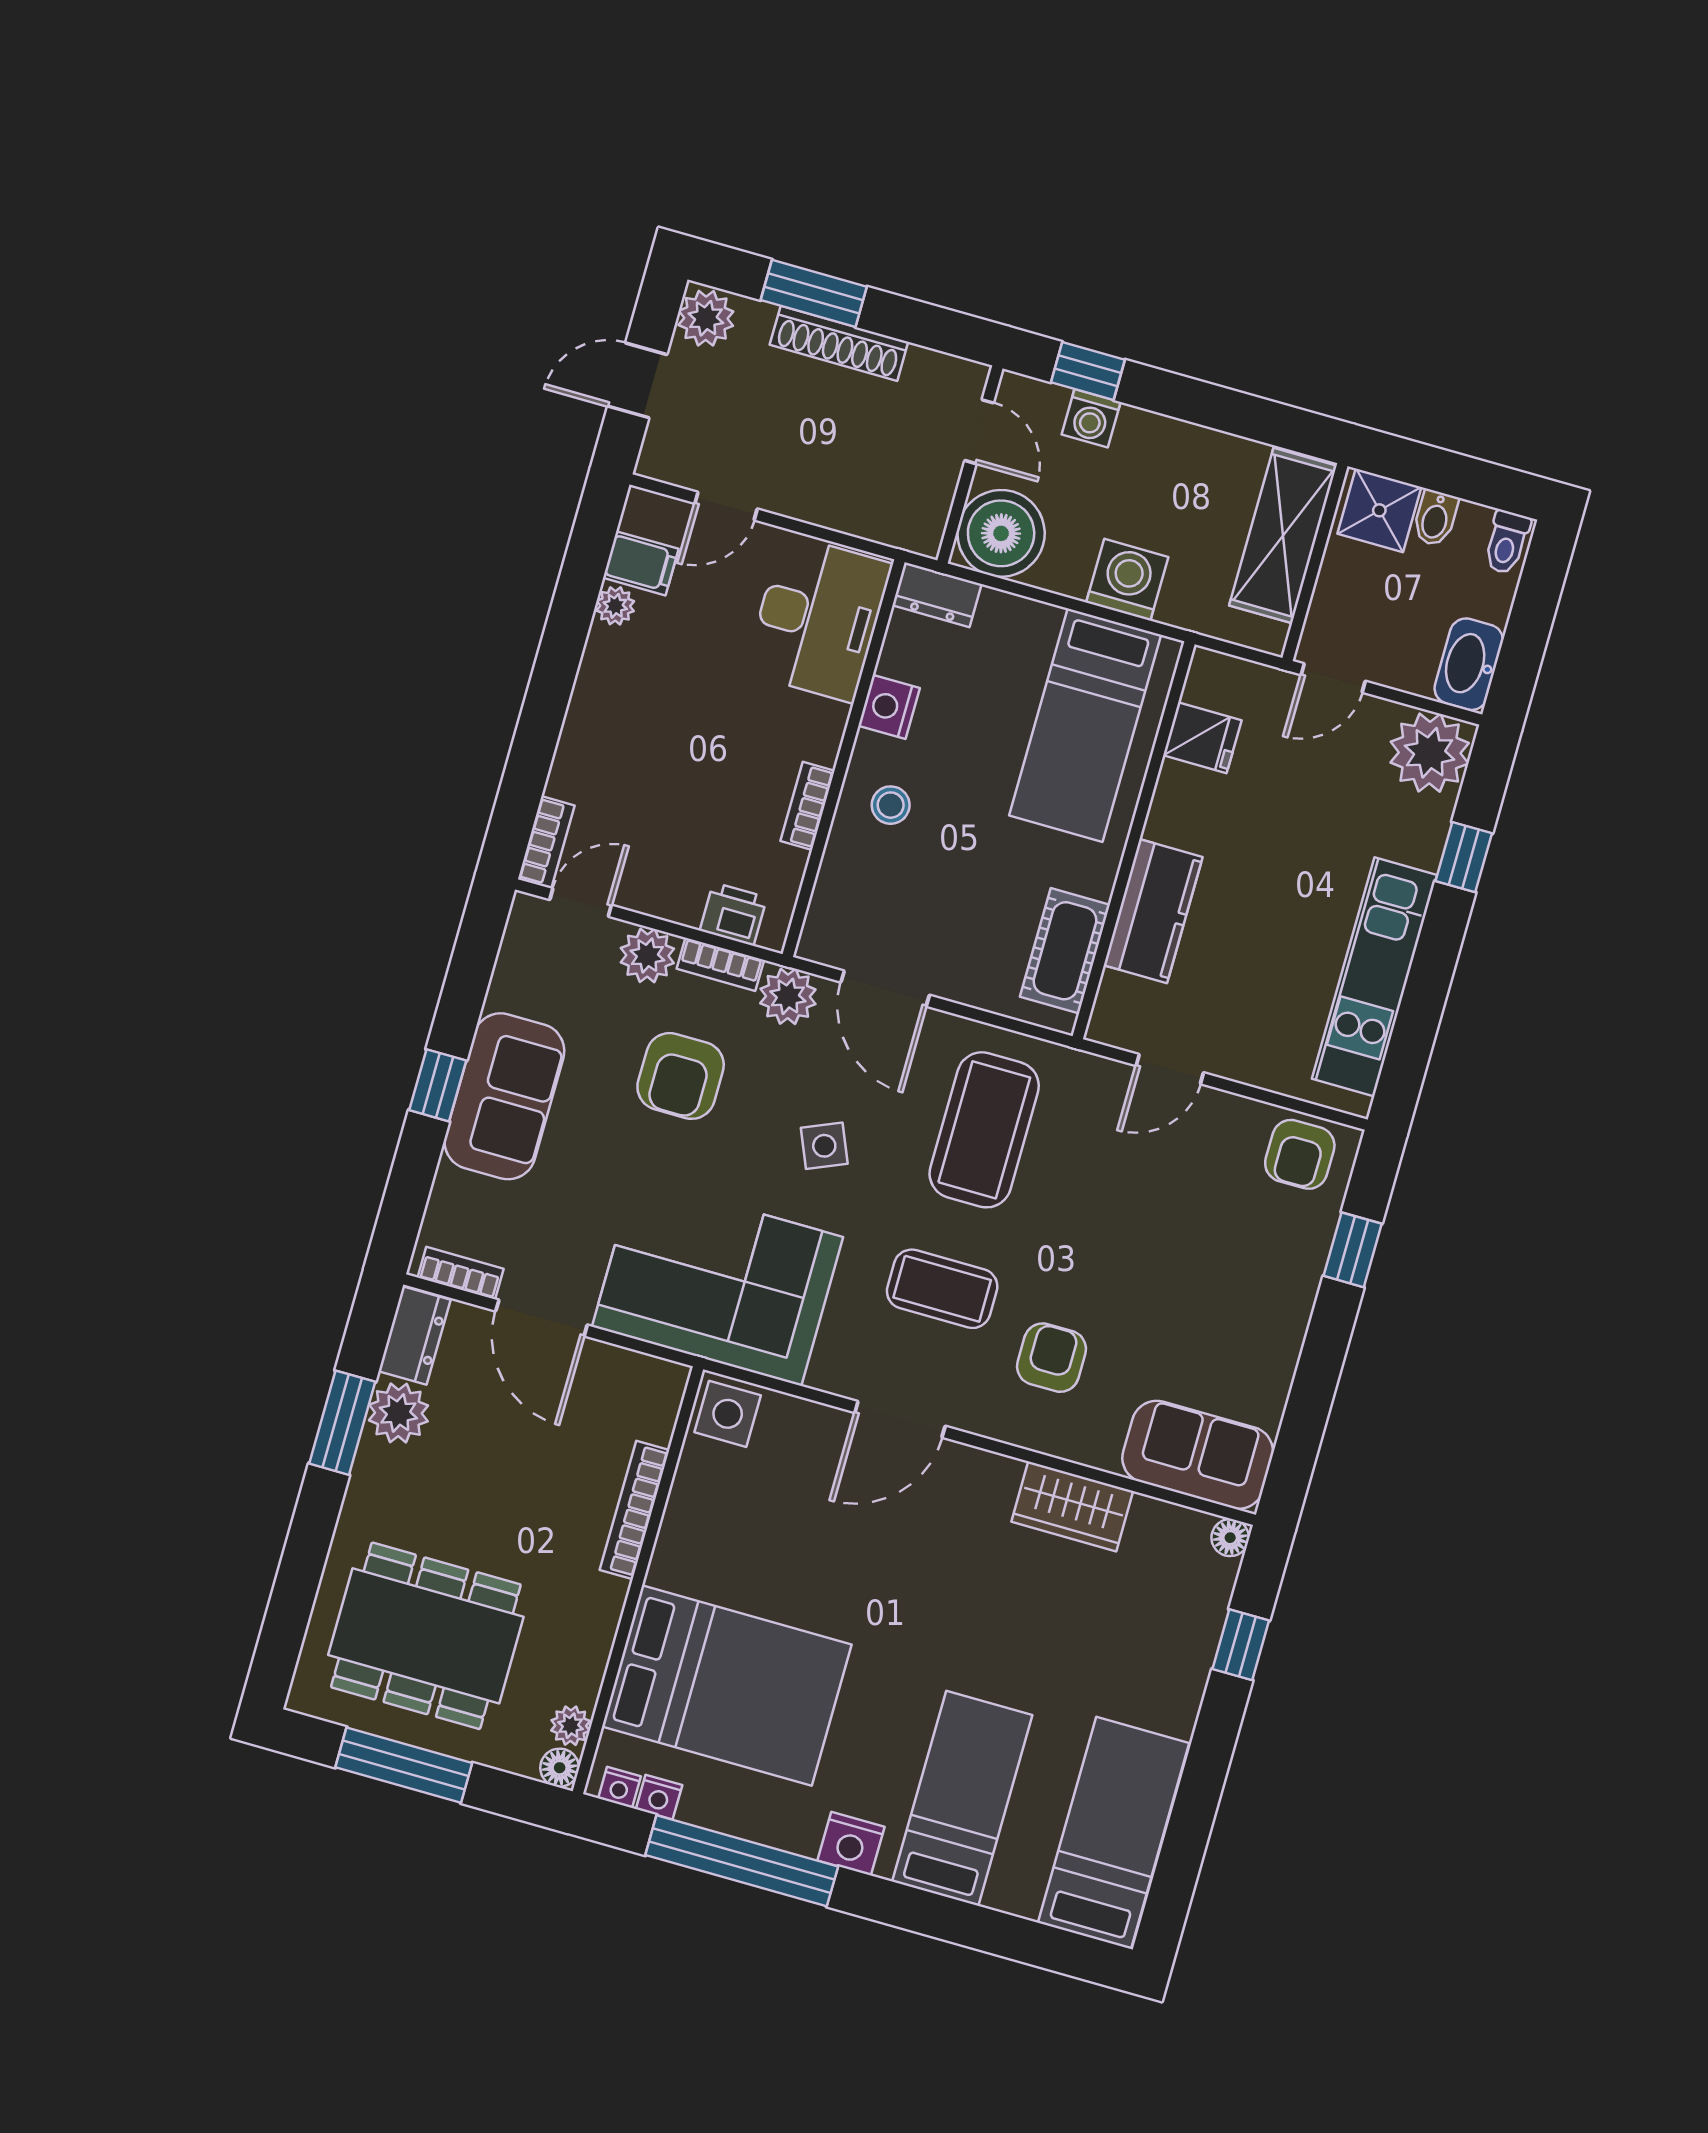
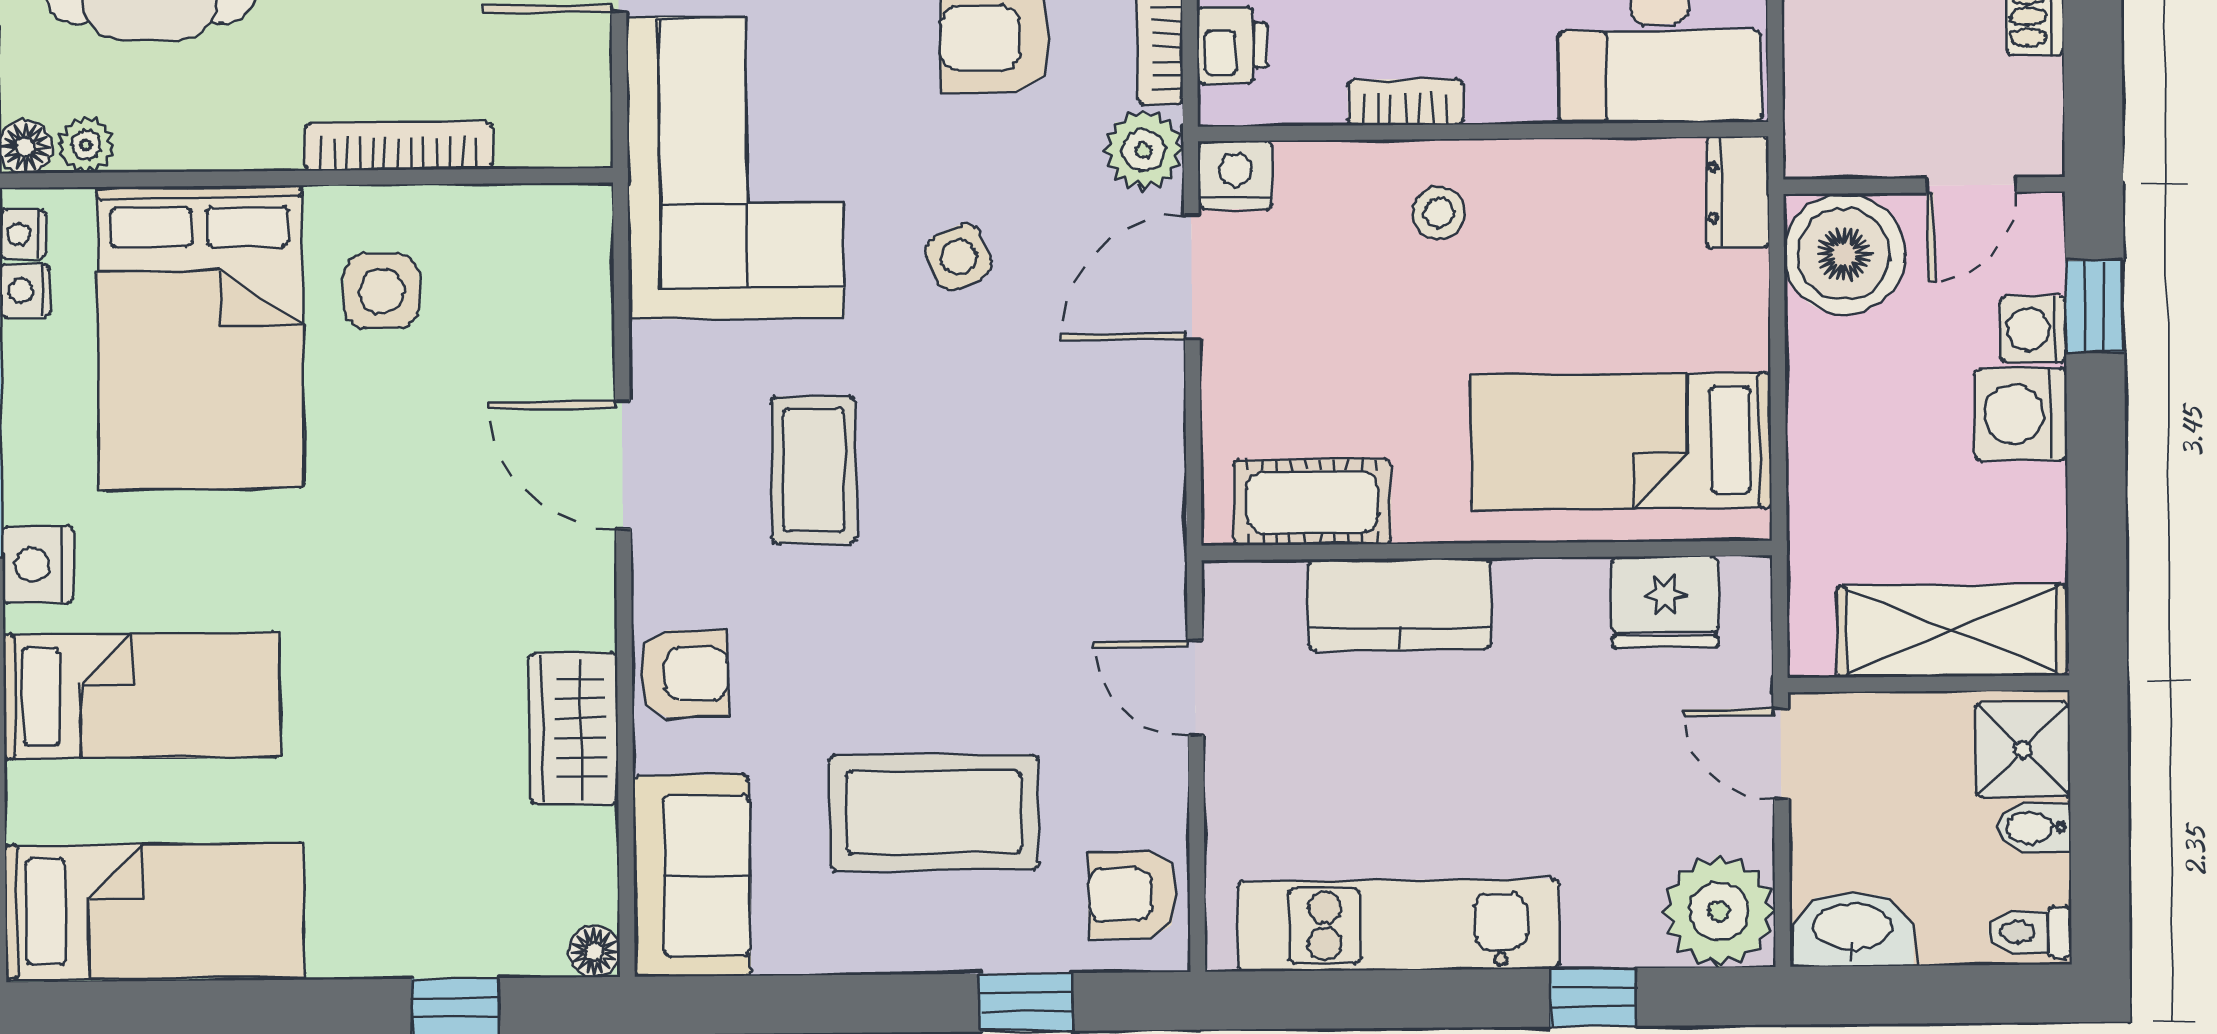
washing machine: (1127, 580) -> (2021, 414), moved, turned 180
nightstand: (889, 707) -> (1235, 175), moved
fridge: (1202, 738) -> (1665, 602), width x1.38
coffee table: (984, 1130) -> (934, 812), moved
armchair: (1051, 1358) -> (684, 674), moved
side table: (728, 1414) -> (382, 291), moved

